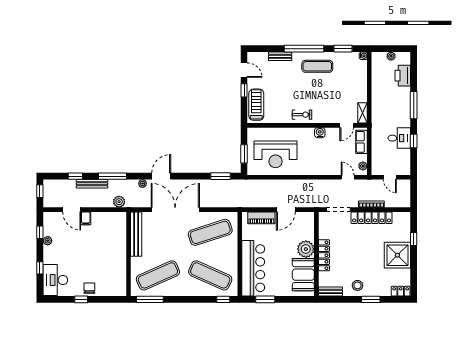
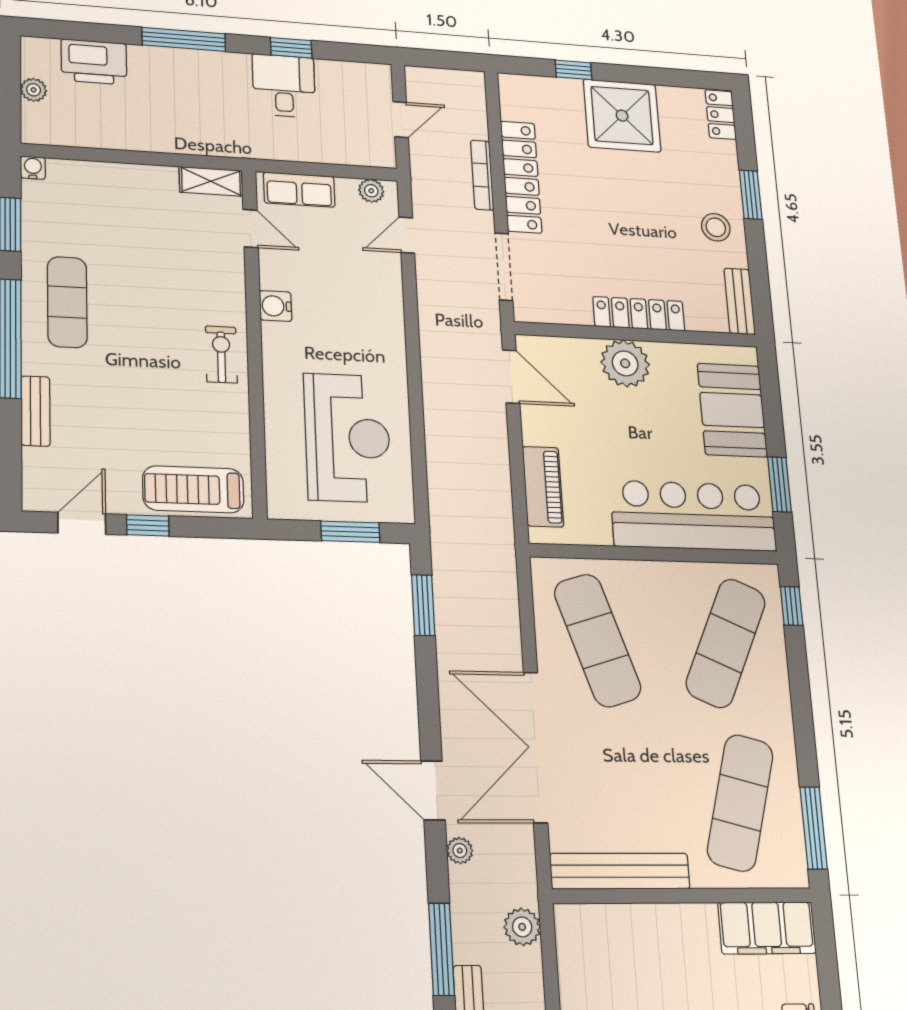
door: (286, 210) -> (511, 377), moved
exercise mat: (158, 275) -> (740, 803), turned 39
booth: (303, 275) -> (732, 410), moved, turned 90
filing cabinet: (118, 281) -> (767, 928), added

